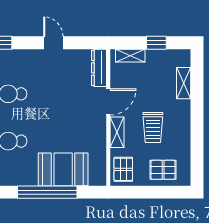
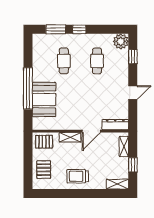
shelving: (184, 83) -> (117, 184), moved
door: (108, 102) -> (91, 131), hinge flipped
trolley: (153, 127) -> (78, 176), moved

